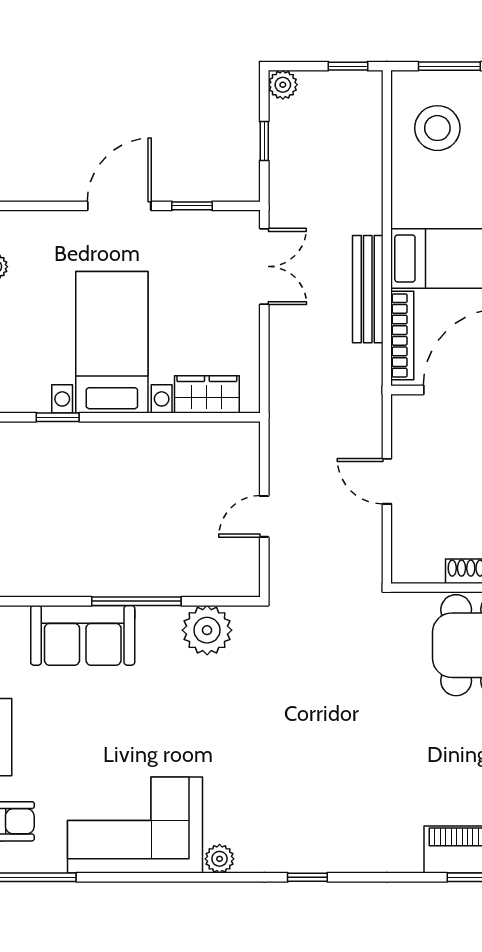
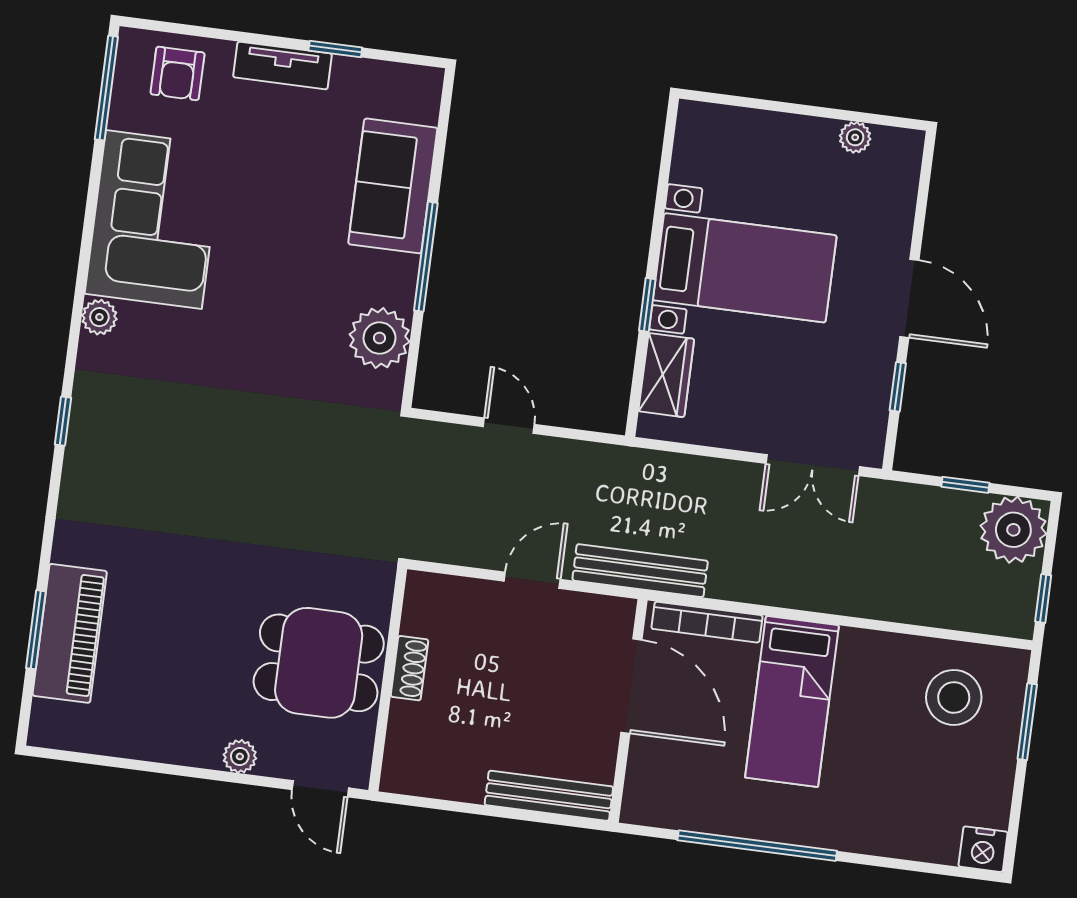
plant: (283, 85) -> (1013, 530), width x1.87, depth x1.87
bench: (368, 289) -> (640, 571), moved
window: (58, 417) -> (647, 305), moved

